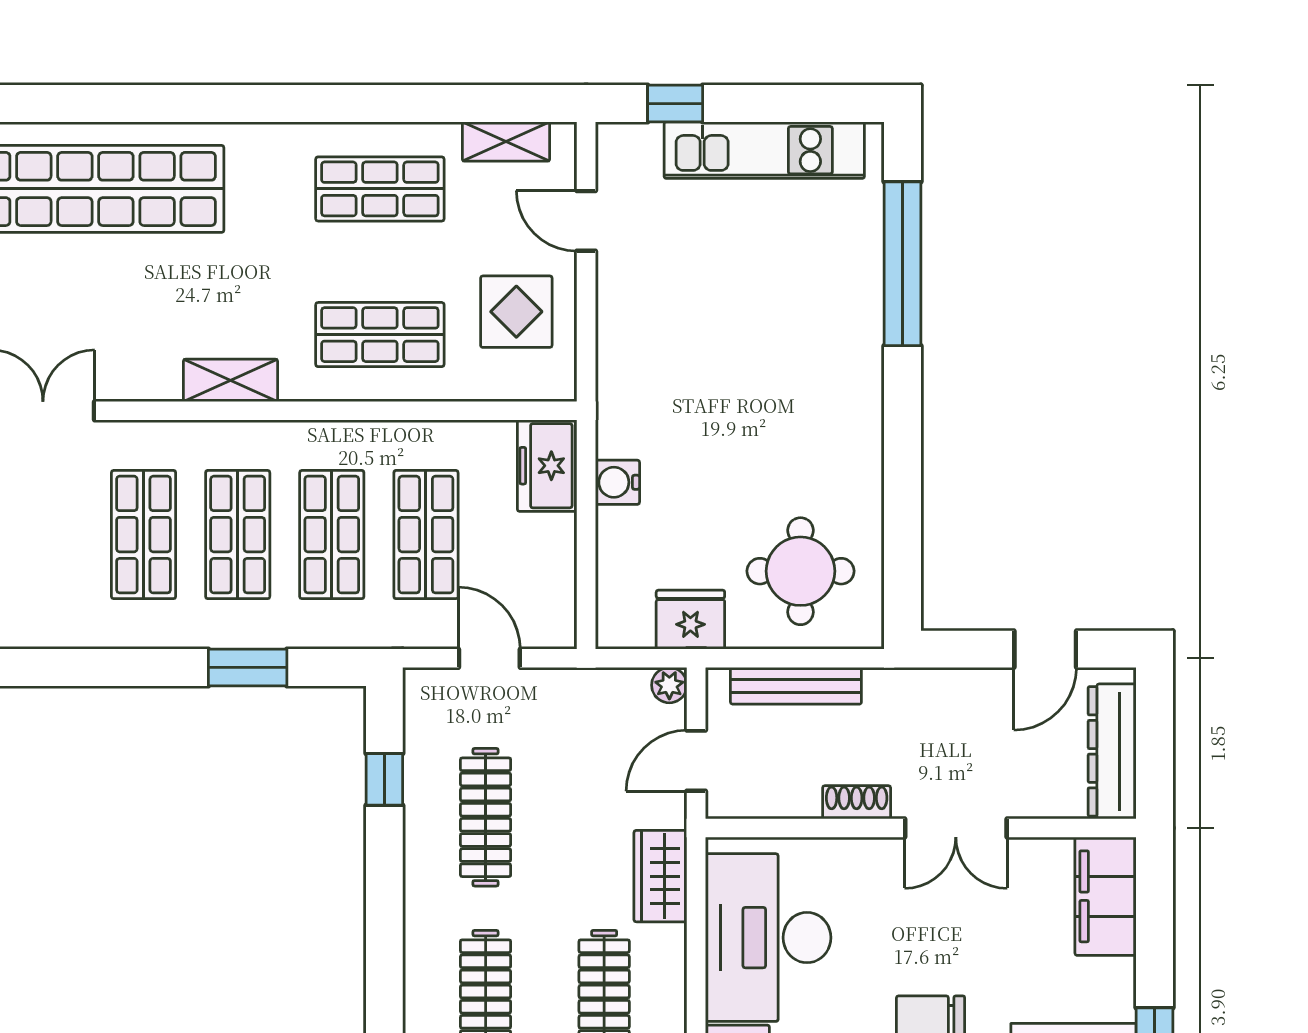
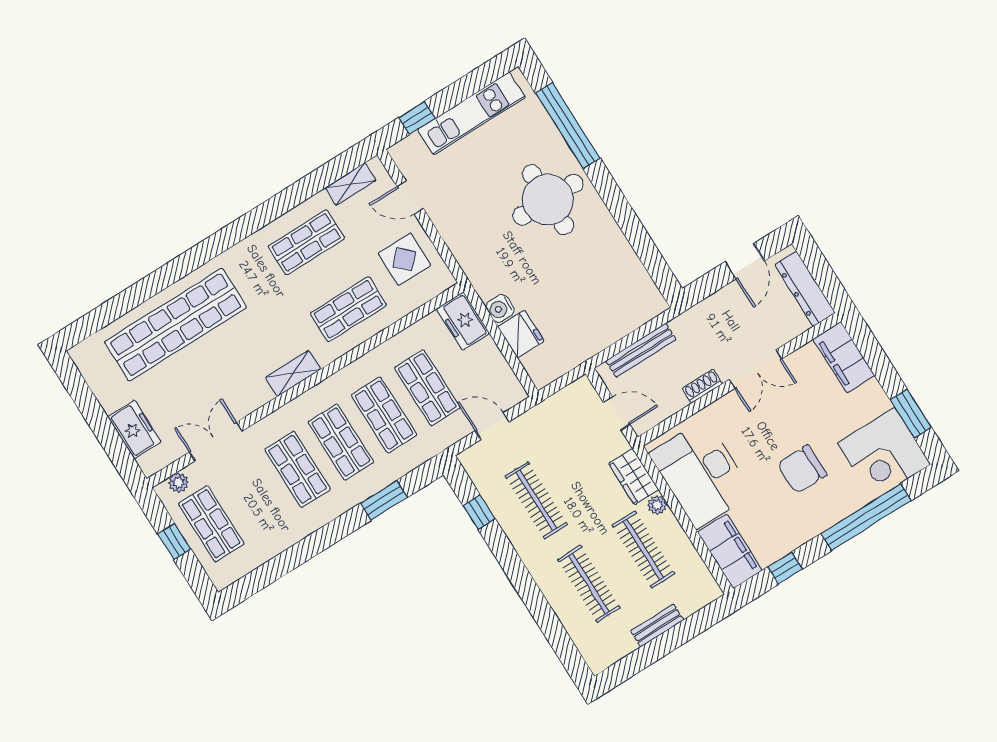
round table: (800, 571) -> (548, 200), moved, width x1.36, depth x1.36
fridge: (690, 620) -> (521, 334), moved, turned 90
plant: (669, 685) -> (657, 505), moved
door: (696, 761) -> (617, 413), swing flipped

